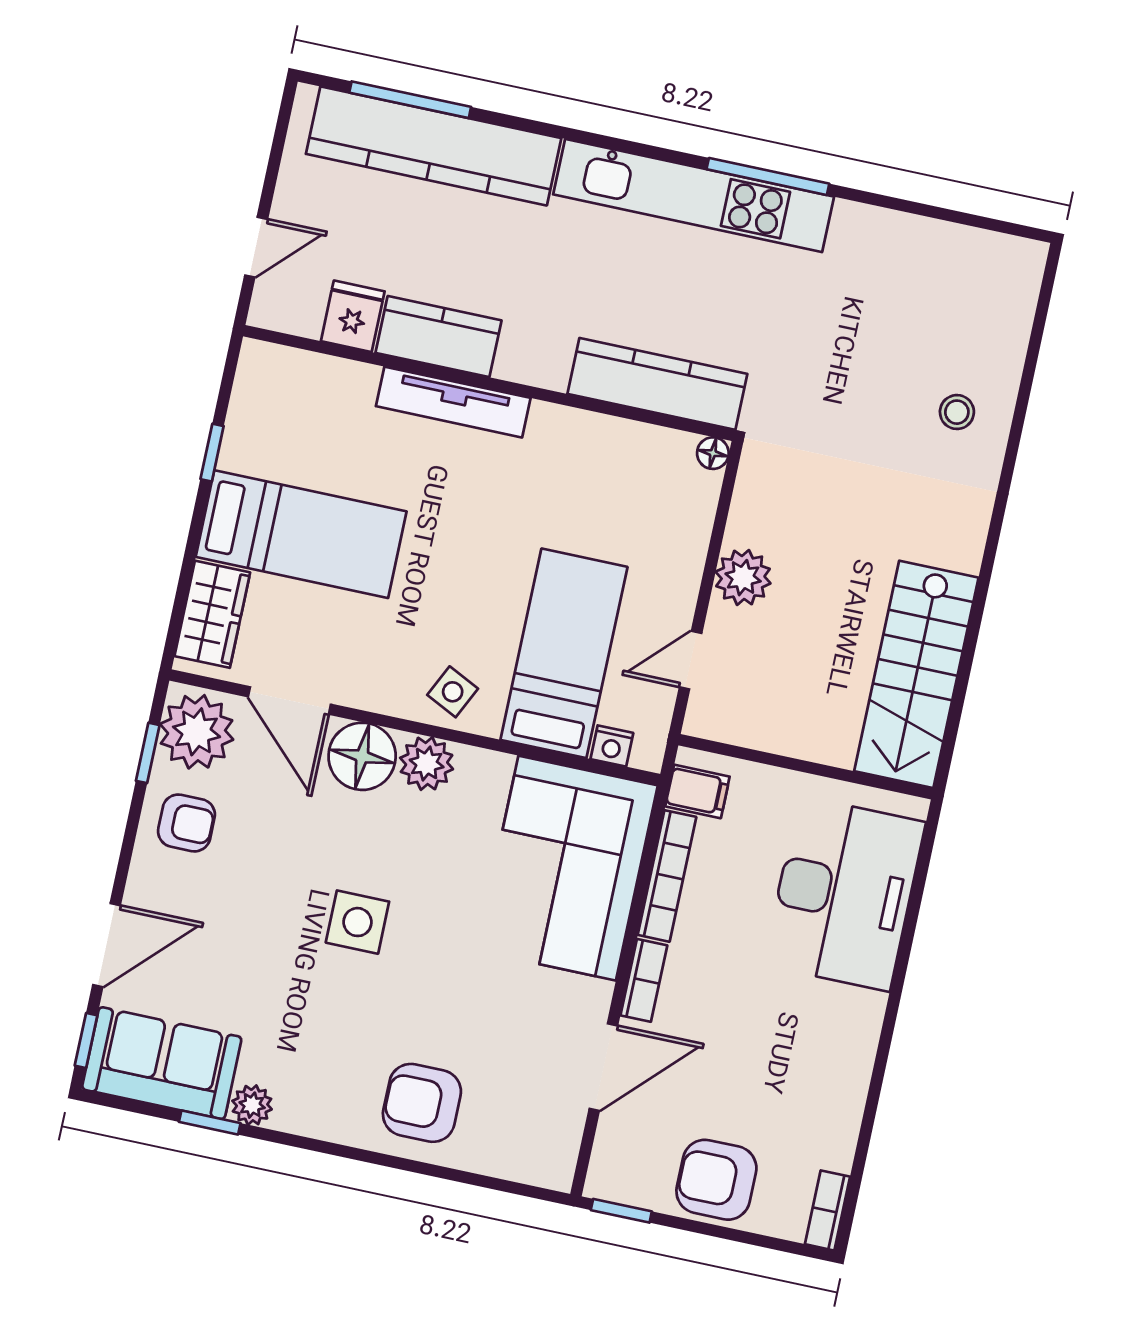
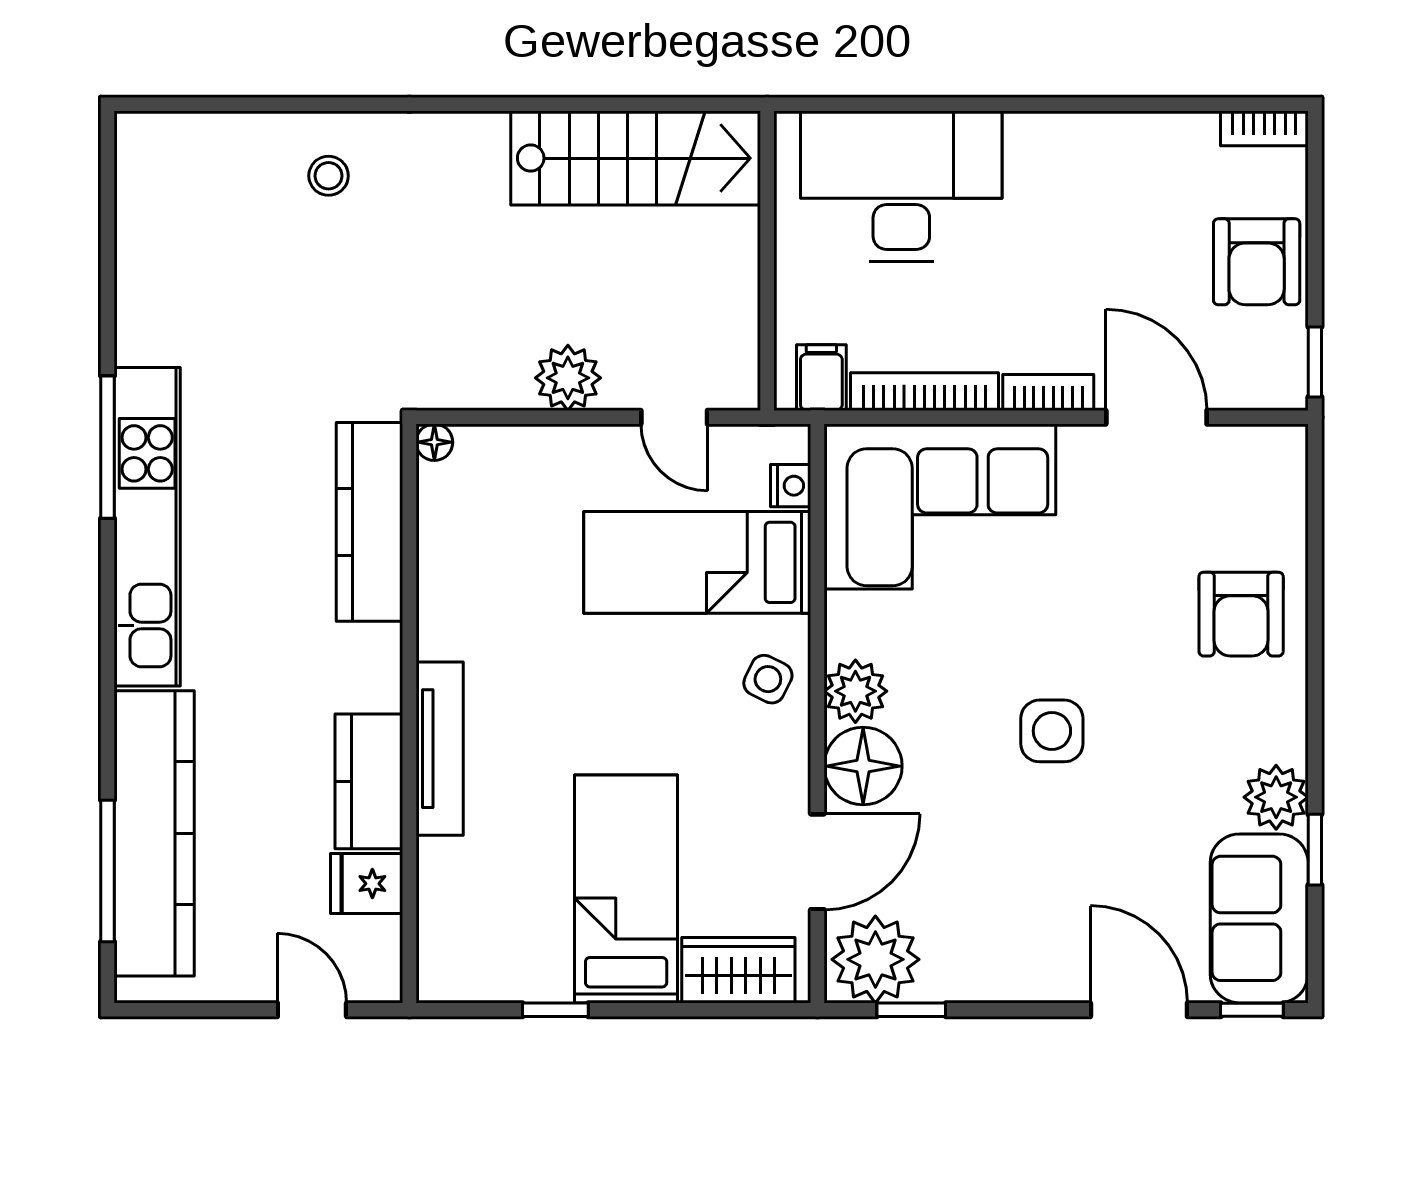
armchair: (186, 823) -> (981, 949), removed
plant: (252, 1105) -> (1276, 797), width x1.38, depth x1.38

